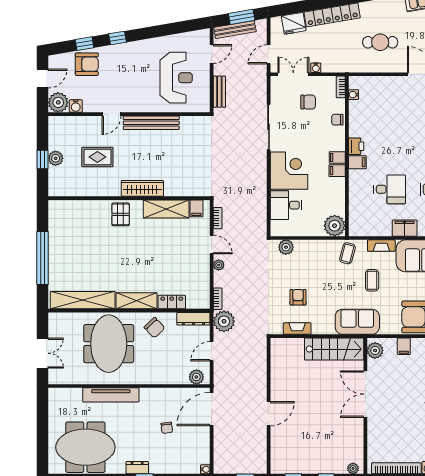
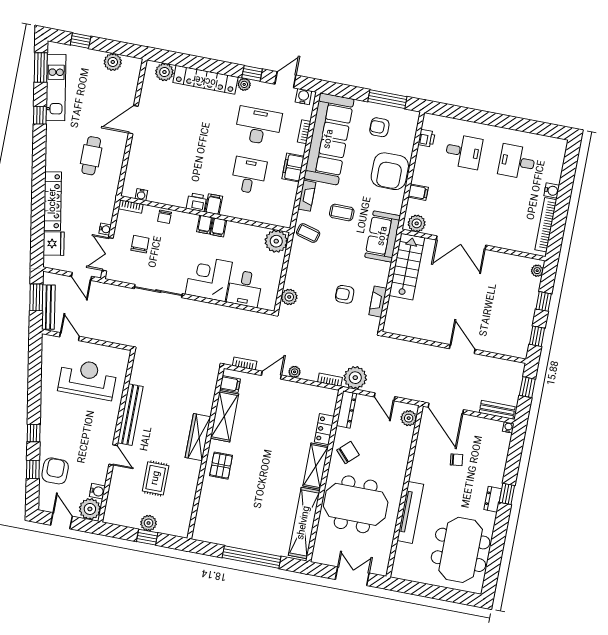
bench: (219, 92) -> (497, 410), moved
pallet: (121, 214) -> (221, 466), turned 90

